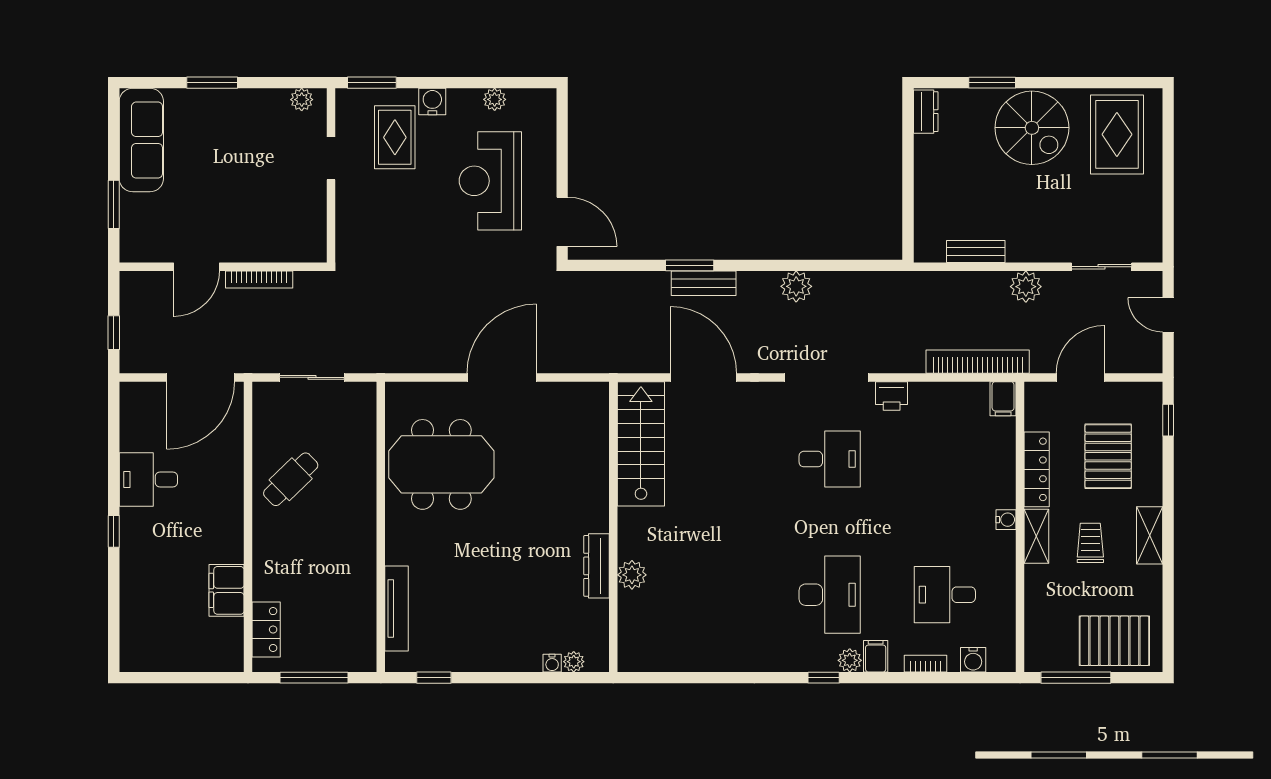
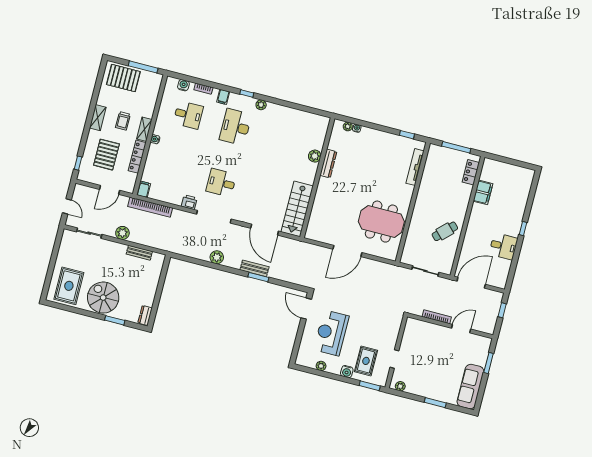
reception desk: (490, 181) -> (331, 333), turned 180
plant: (850, 660) -> (261, 105), moved

